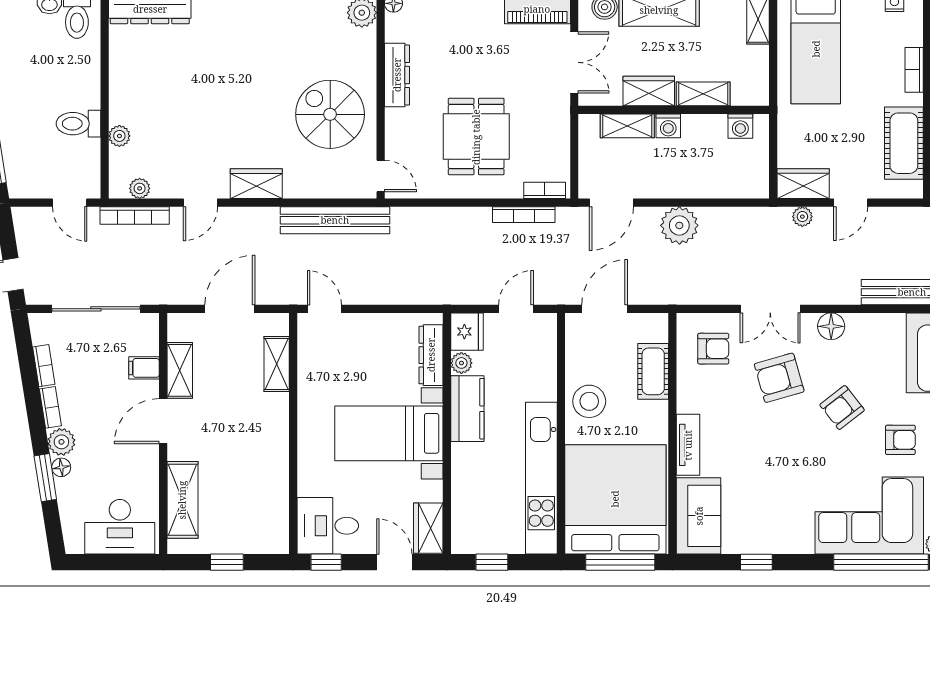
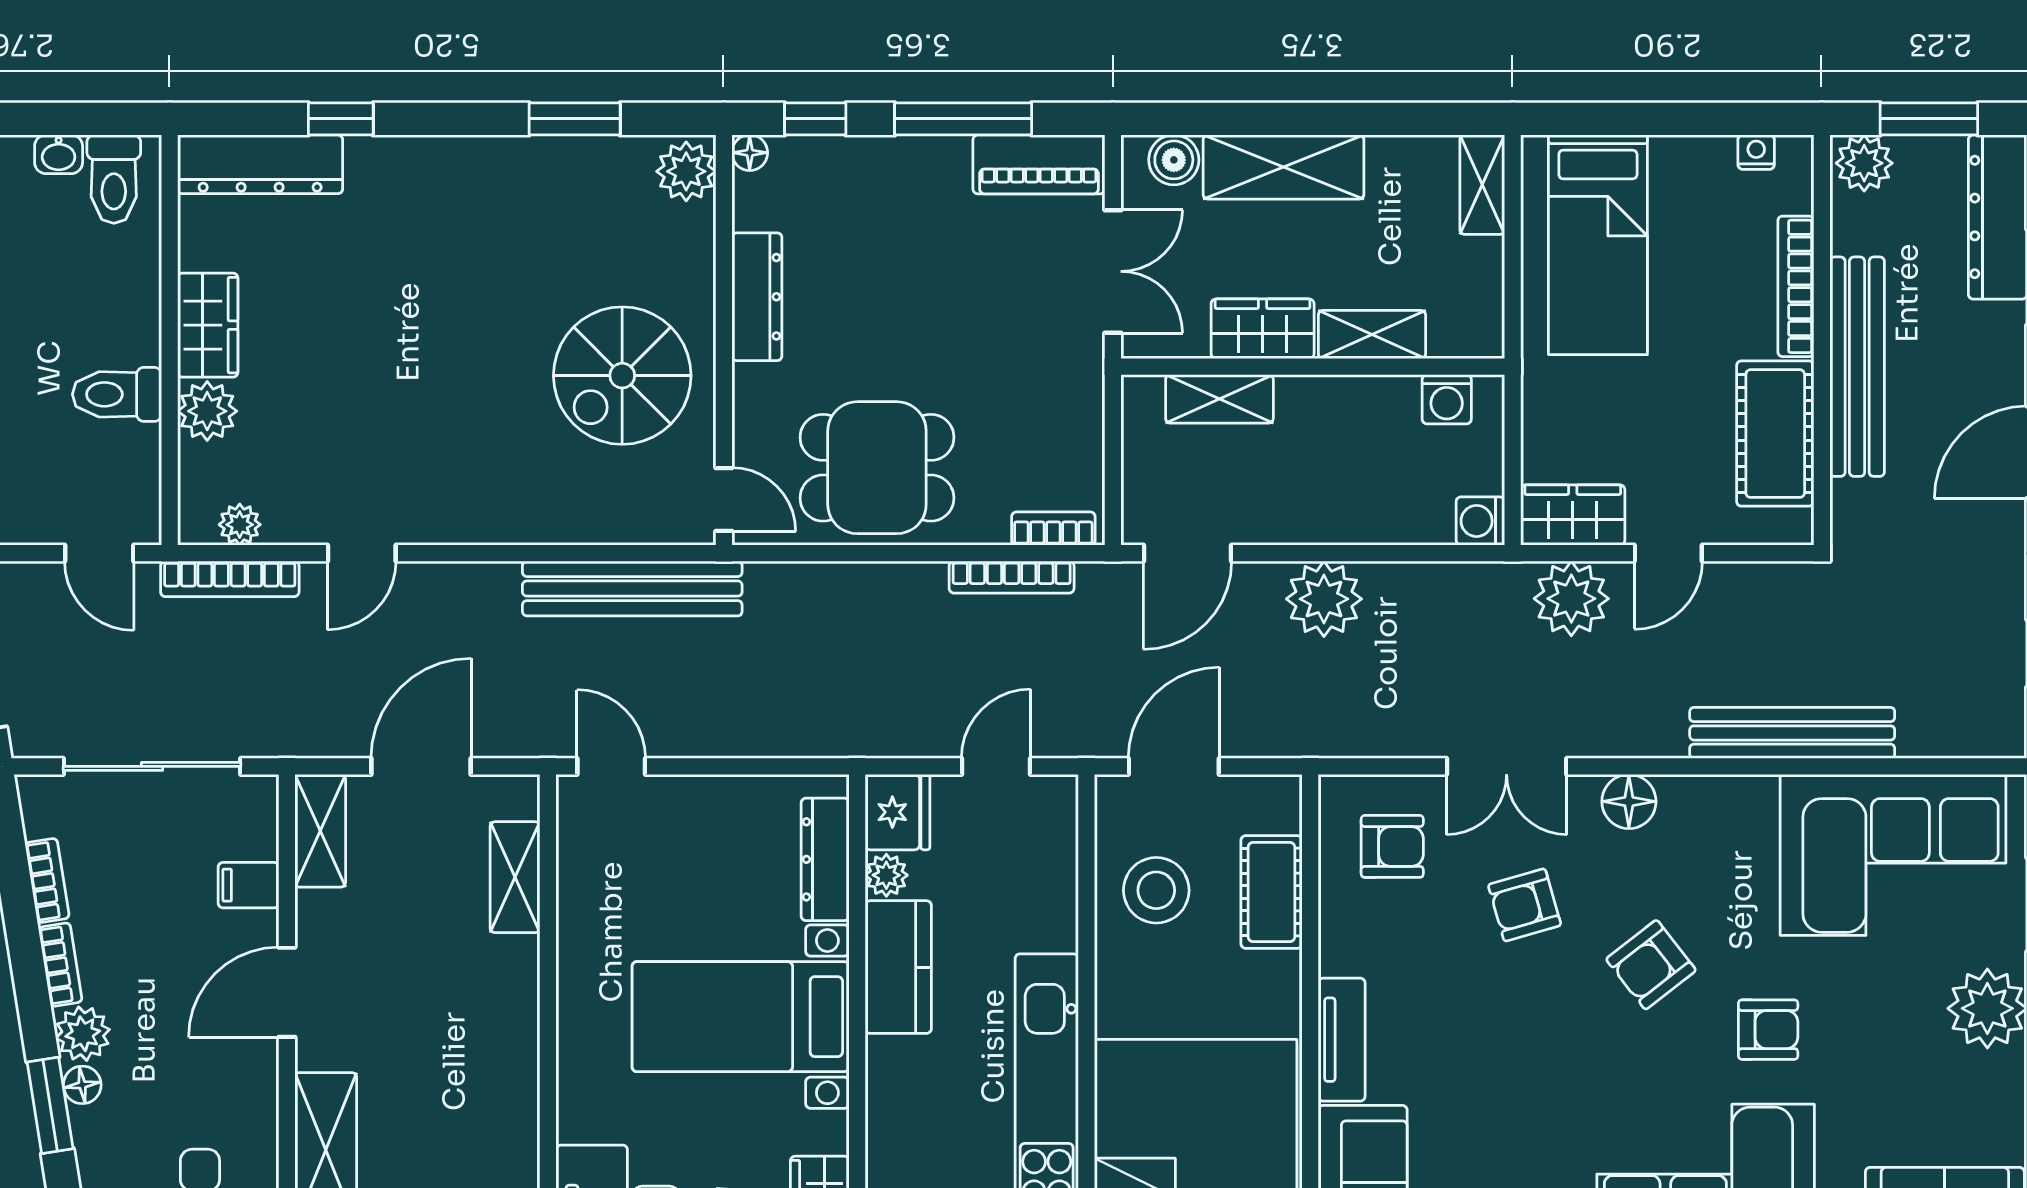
bookcase: (914, 70) -> (1796, 286), width x1.56
spiral stairs: (330, 114) -> (622, 376), turned -90
washing machine: (668, 126) -> (1480, 521), moved, turned 90
plant: (119, 136) -> (207, 411), width x1.38, depth x1.38
dining table: (476, 137) -> (877, 468), moved, turned 90
wardrobe: (256, 184) -> (208, 325), moved, turned 90
plant: (802, 217) -> (1571, 599), width x1.88, depth x1.88
shelving: (180, 370) -> (320, 831), moved
armchair: (779, 378) -> (1525, 905), width x0.72, depth x0.72
stool: (589, 401) -> (1156, 890), moved

